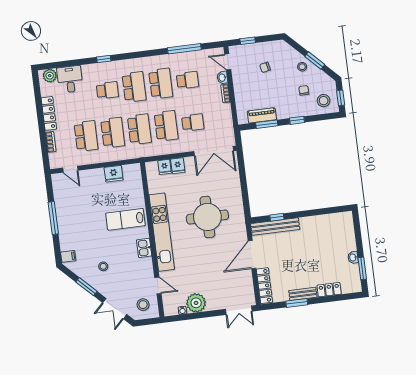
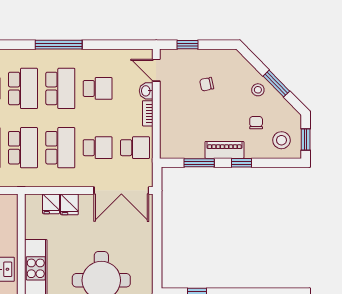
window: (184, 49) -> (59, 45), moved
piano: (262, 115) -> (224, 150), moved
school desk: (219, 119) -> (135, 148), added

